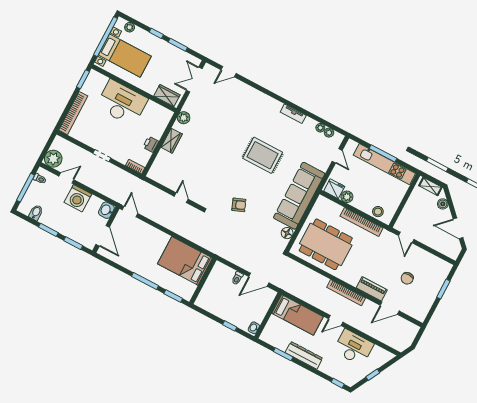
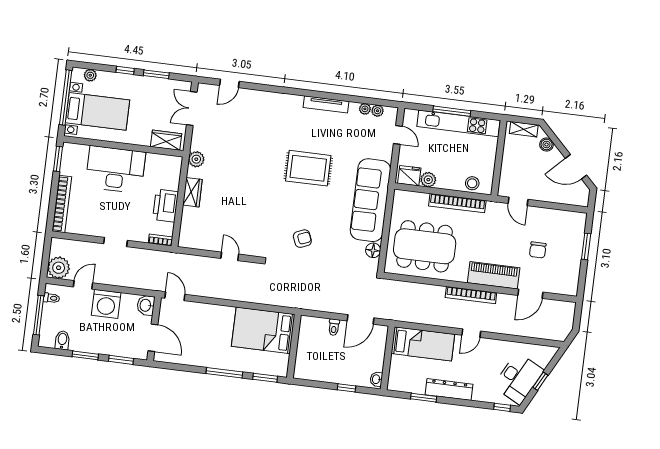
tv unit: (293, 114) -> (326, 104), width x1.41
printer: (151, 144) -> (166, 206), width x1.87, depth x1.48
piano: (372, 289) -> (494, 275), width x1.37, depth x1.33
desk: (354, 347) -> (518, 378), moved, turned 118

